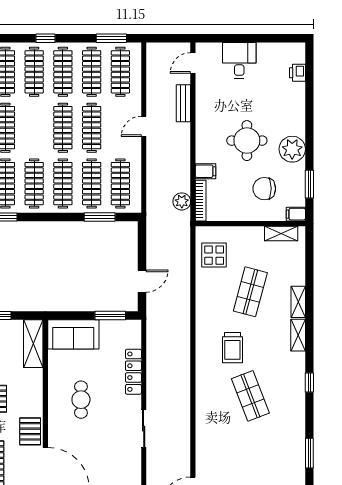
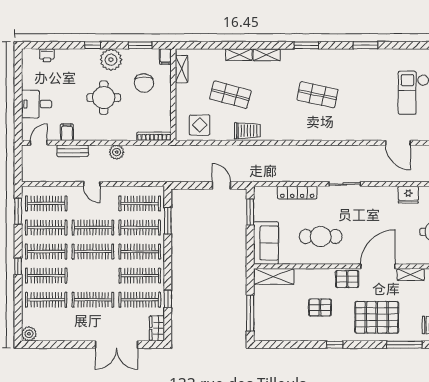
door: (193, 63) -> (39, 143), swing flipped
window: (309, 127) -> (92, 45), added
filing cabinet: (206, 171) -> (67, 132), moved
plant: (182, 201) -> (117, 152), moved
trolley: (232, 348) -> (247, 131), moved
window: (309, 383) -> (306, 45), width x1.50
shop shelf: (250, 396) -> (317, 95), turned 33
cafe table: (81, 400) -> (321, 237), width x1.37, depth x1.35

